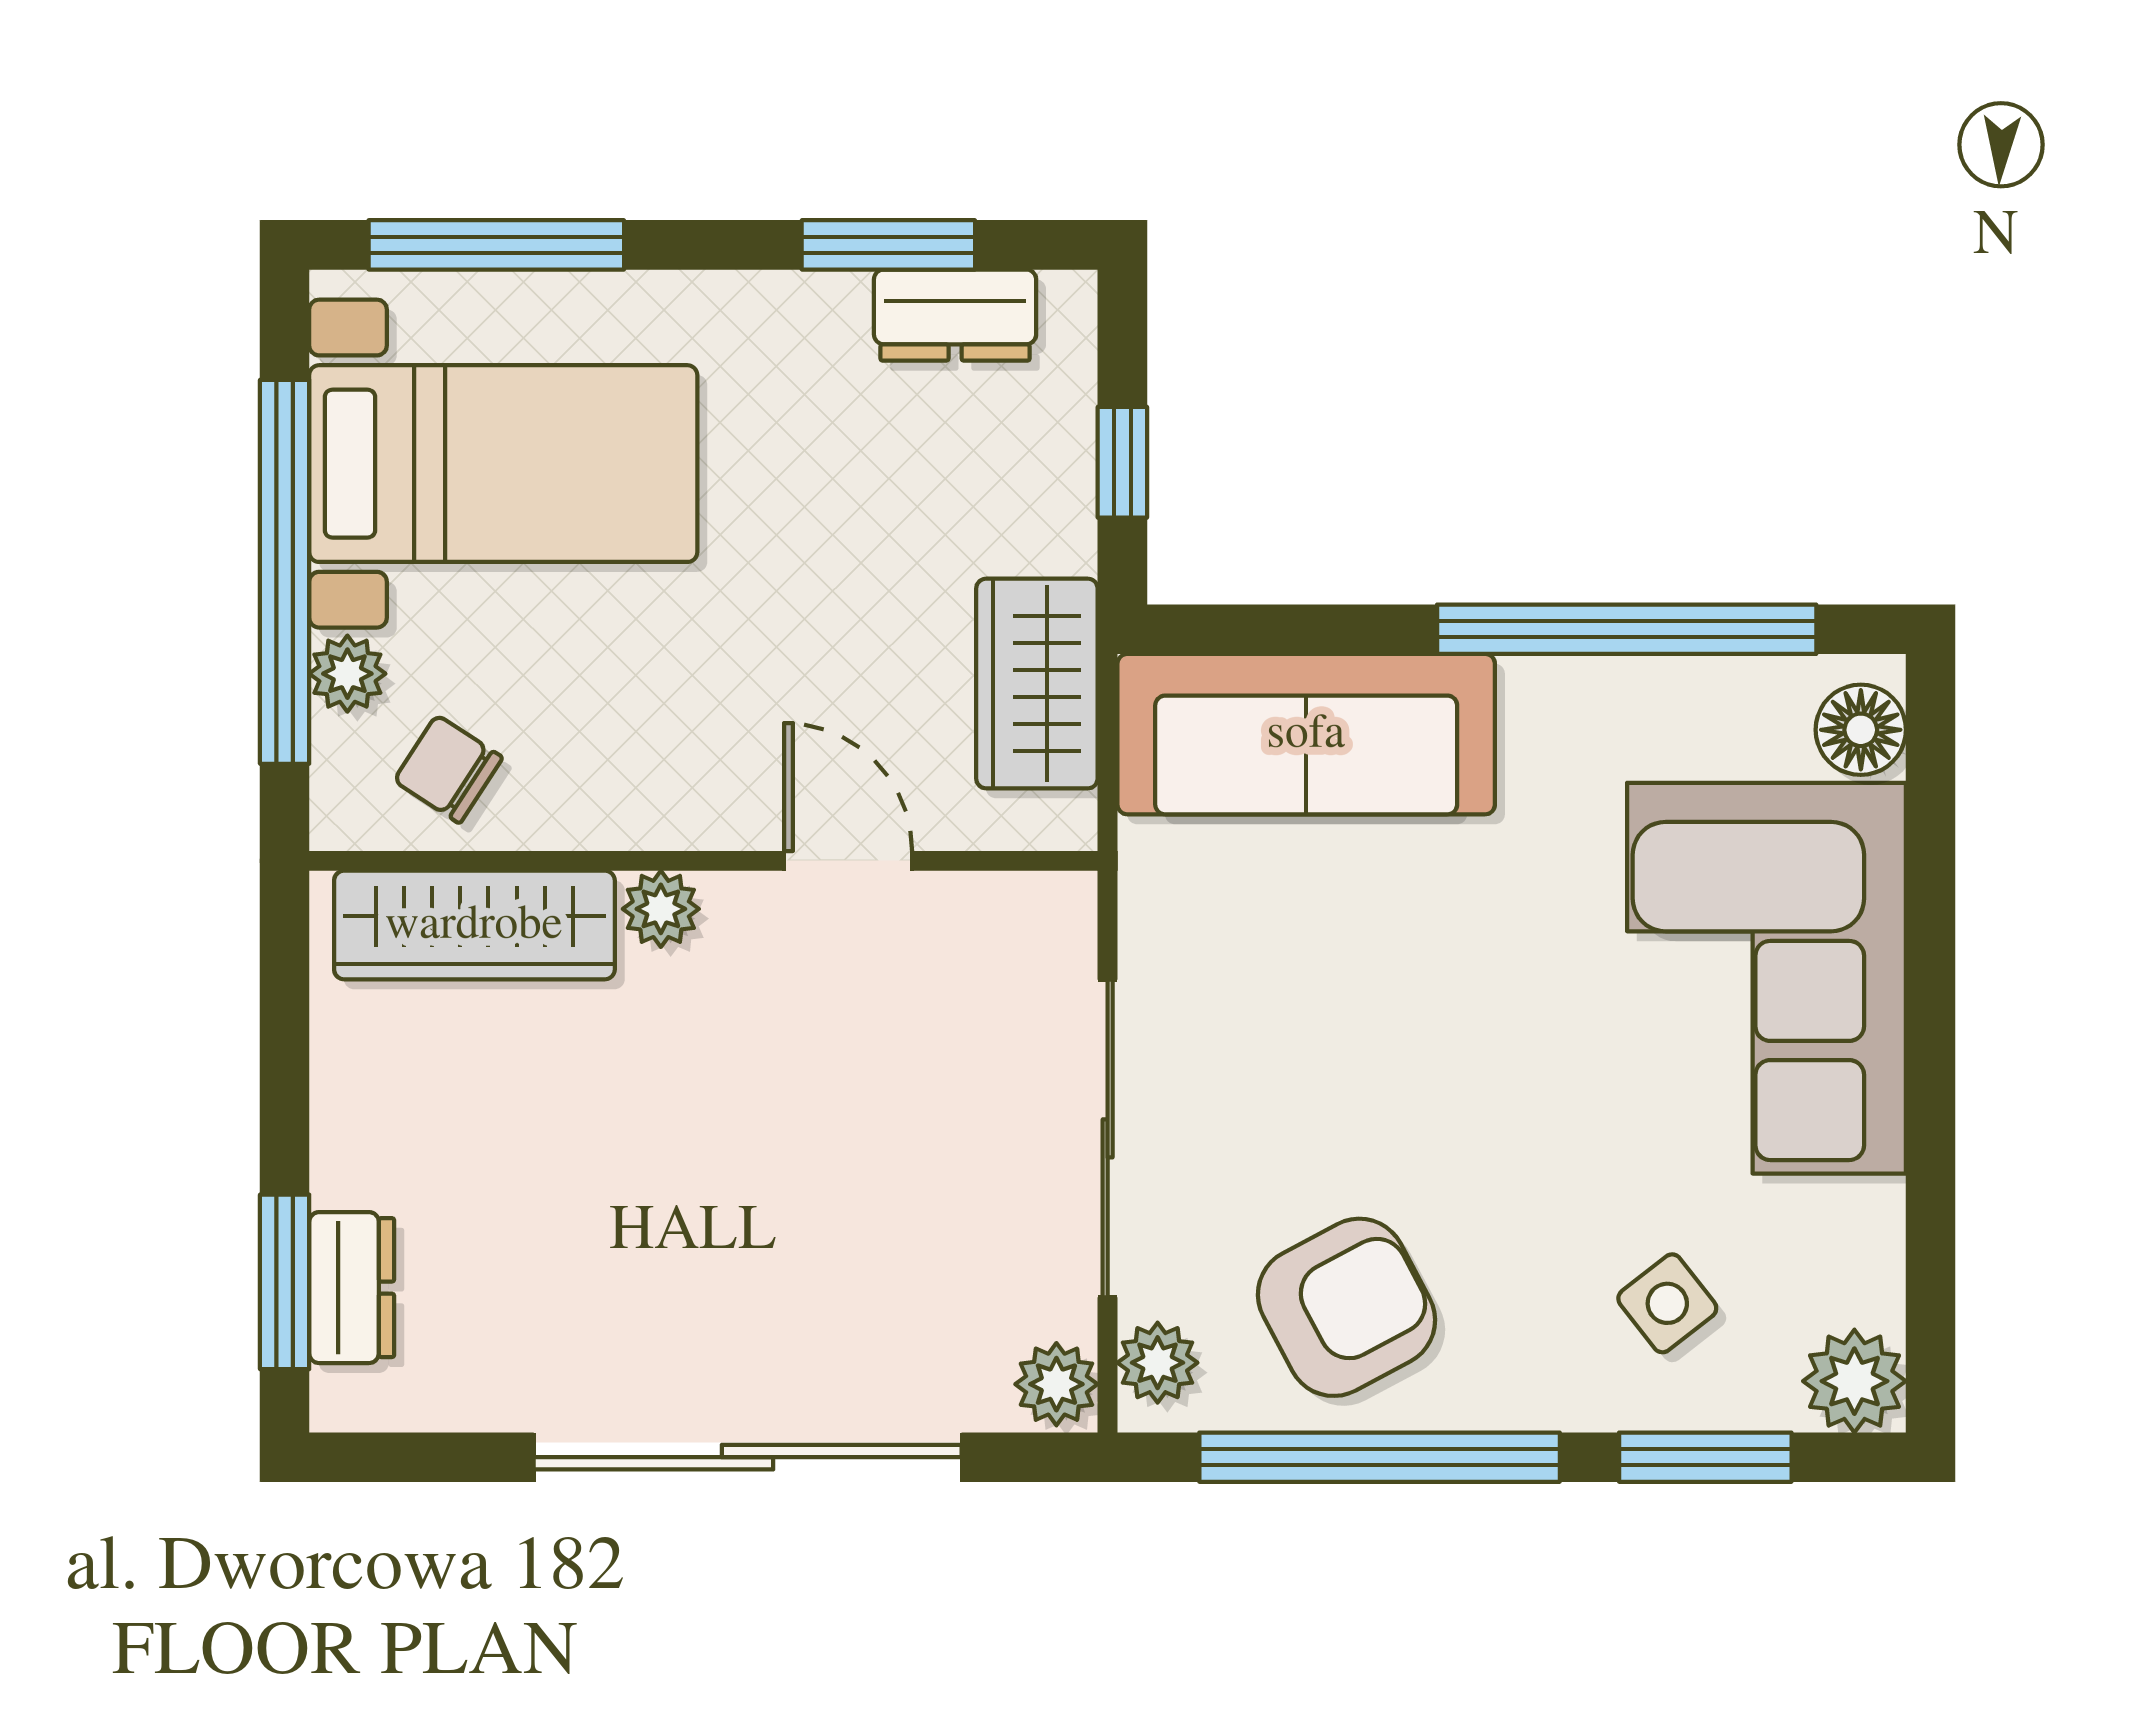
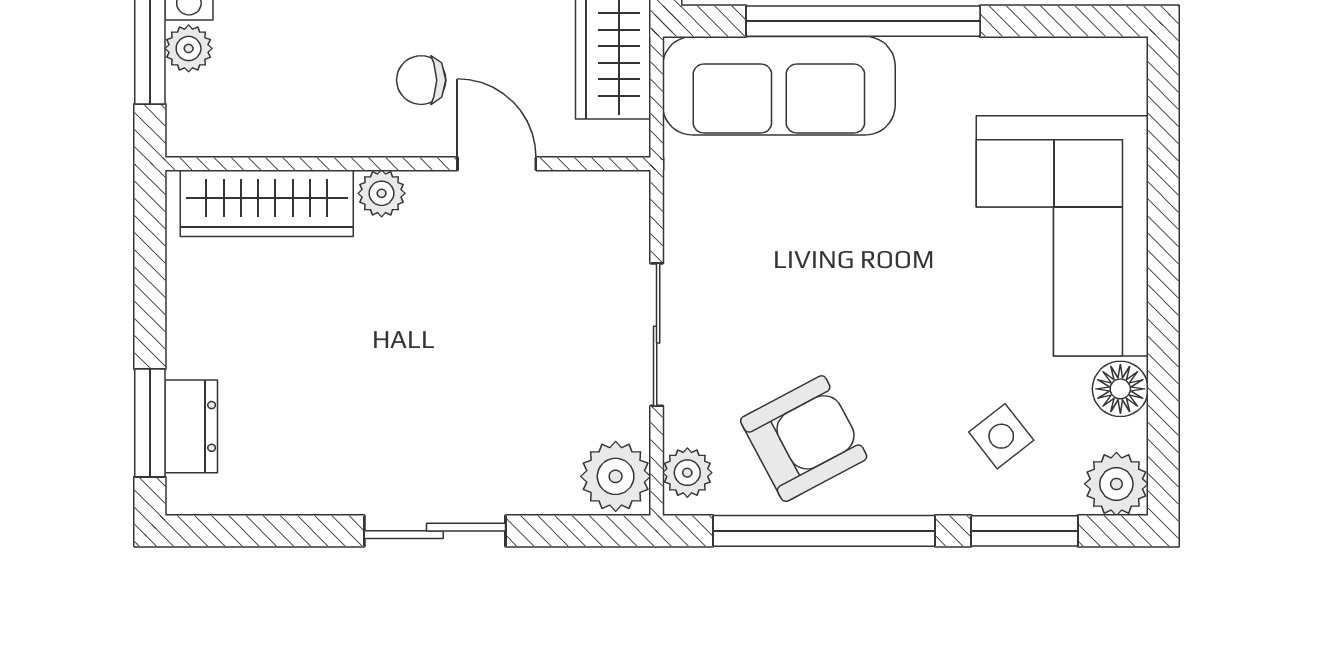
window: (1627, 629) -> (863, 21), moved
floor lamp: (1861, 730) -> (1120, 389), moved
chair: (448, 769) -> (421, 80), moved, turned -33
sliding door: (1108, 1138) -> (657, 335), width x0.73
plant: (1056, 1384) -> (616, 476), width x1.38, depth x1.38
sliding door: (748, 1457) -> (435, 531), width x0.54

